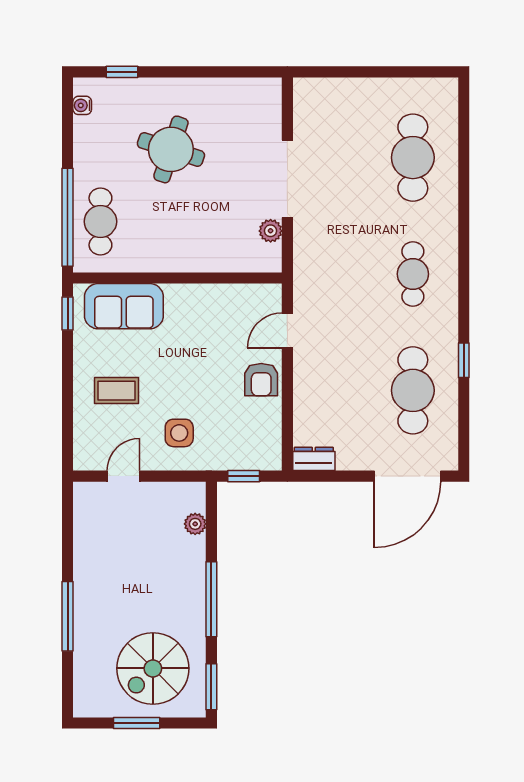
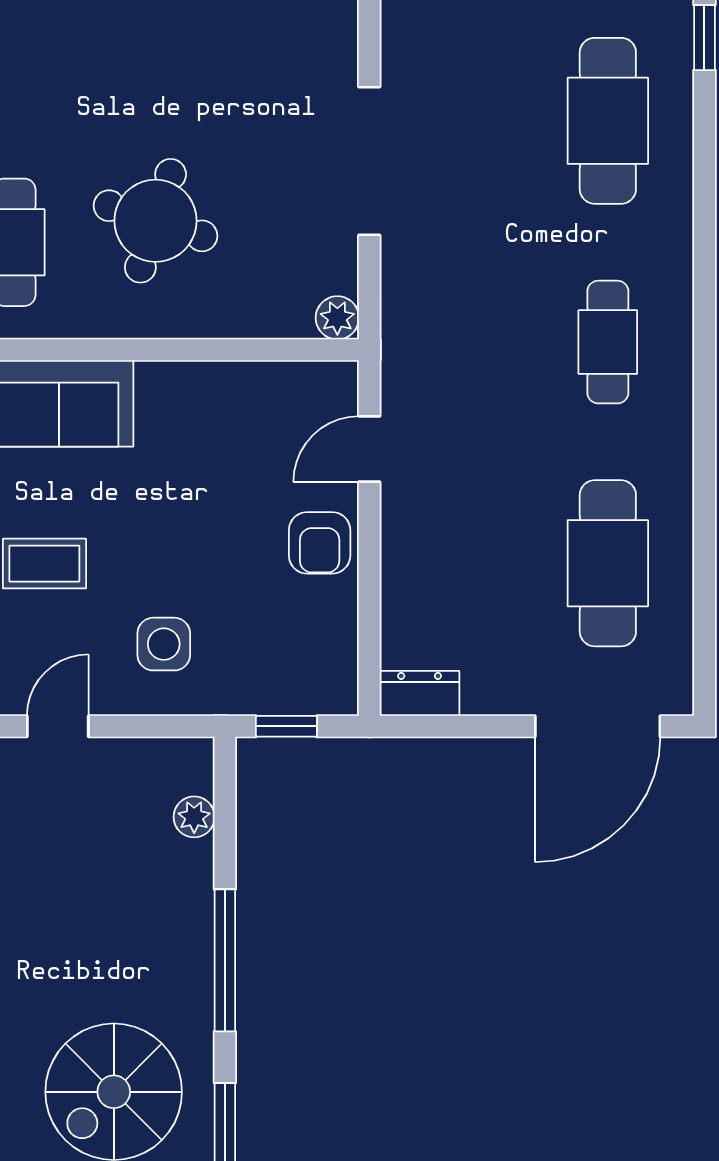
round table: (171, 149) -> (155, 221), moved
plant: (271, 231) -> (337, 318), moved
window: (464, 360) -> (704, 38), moved

